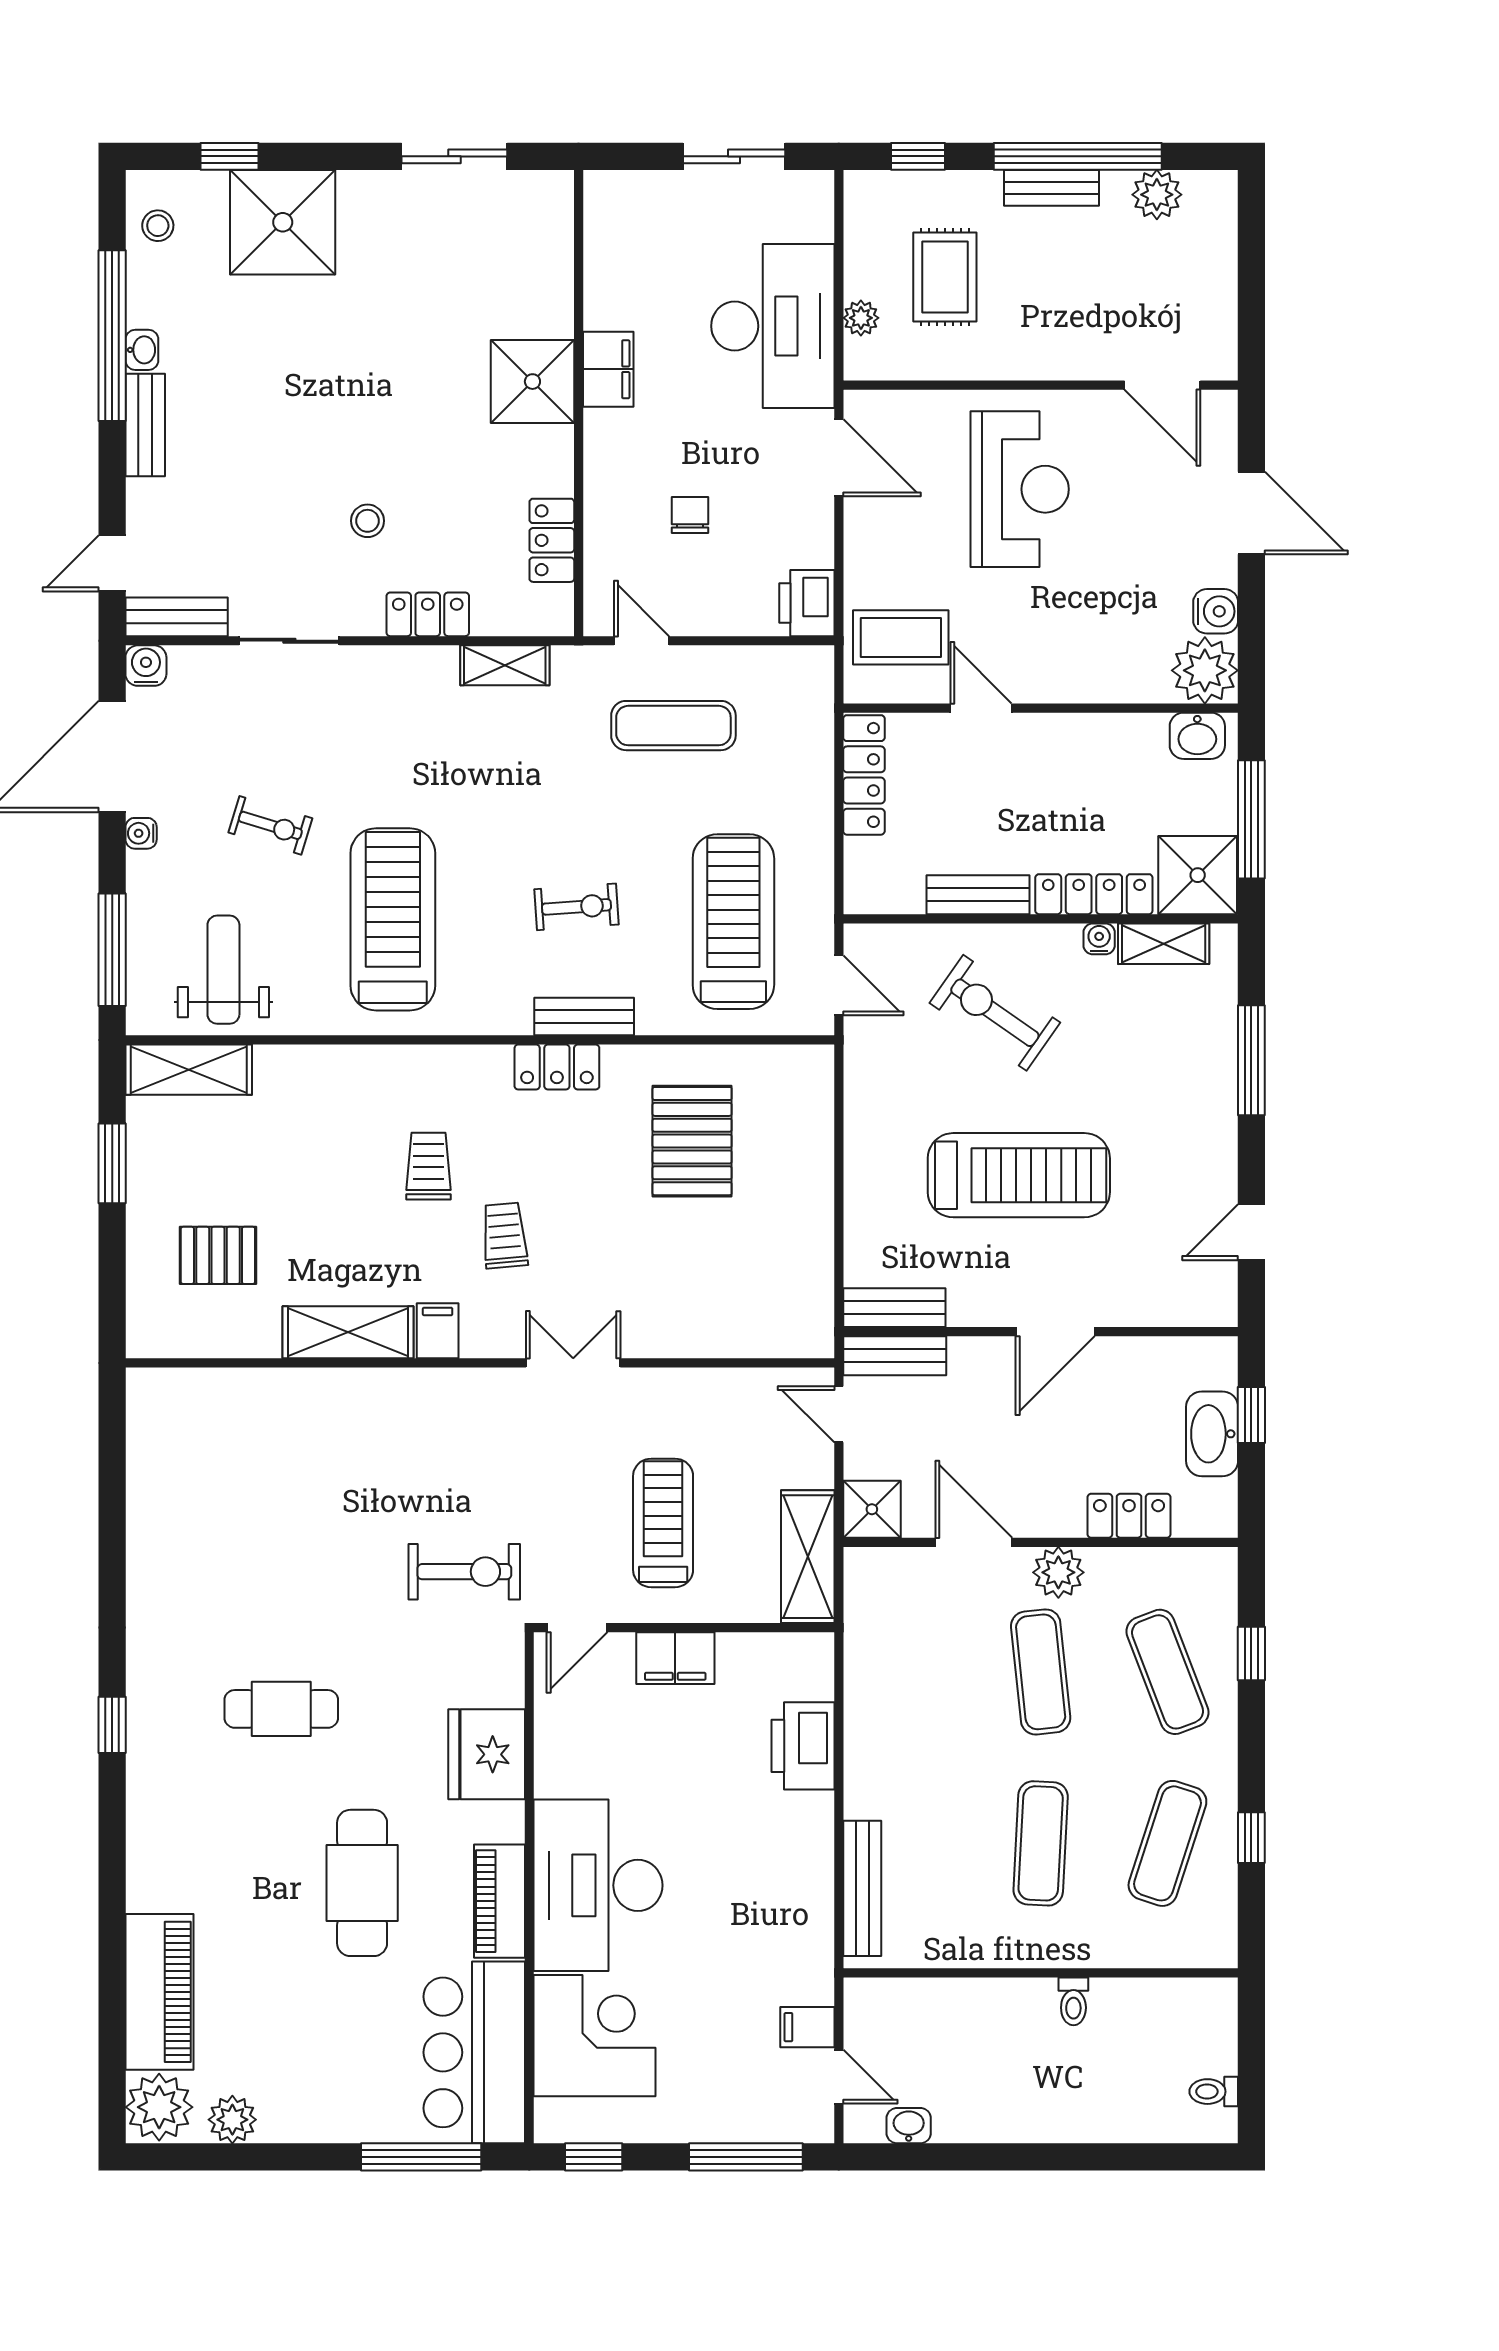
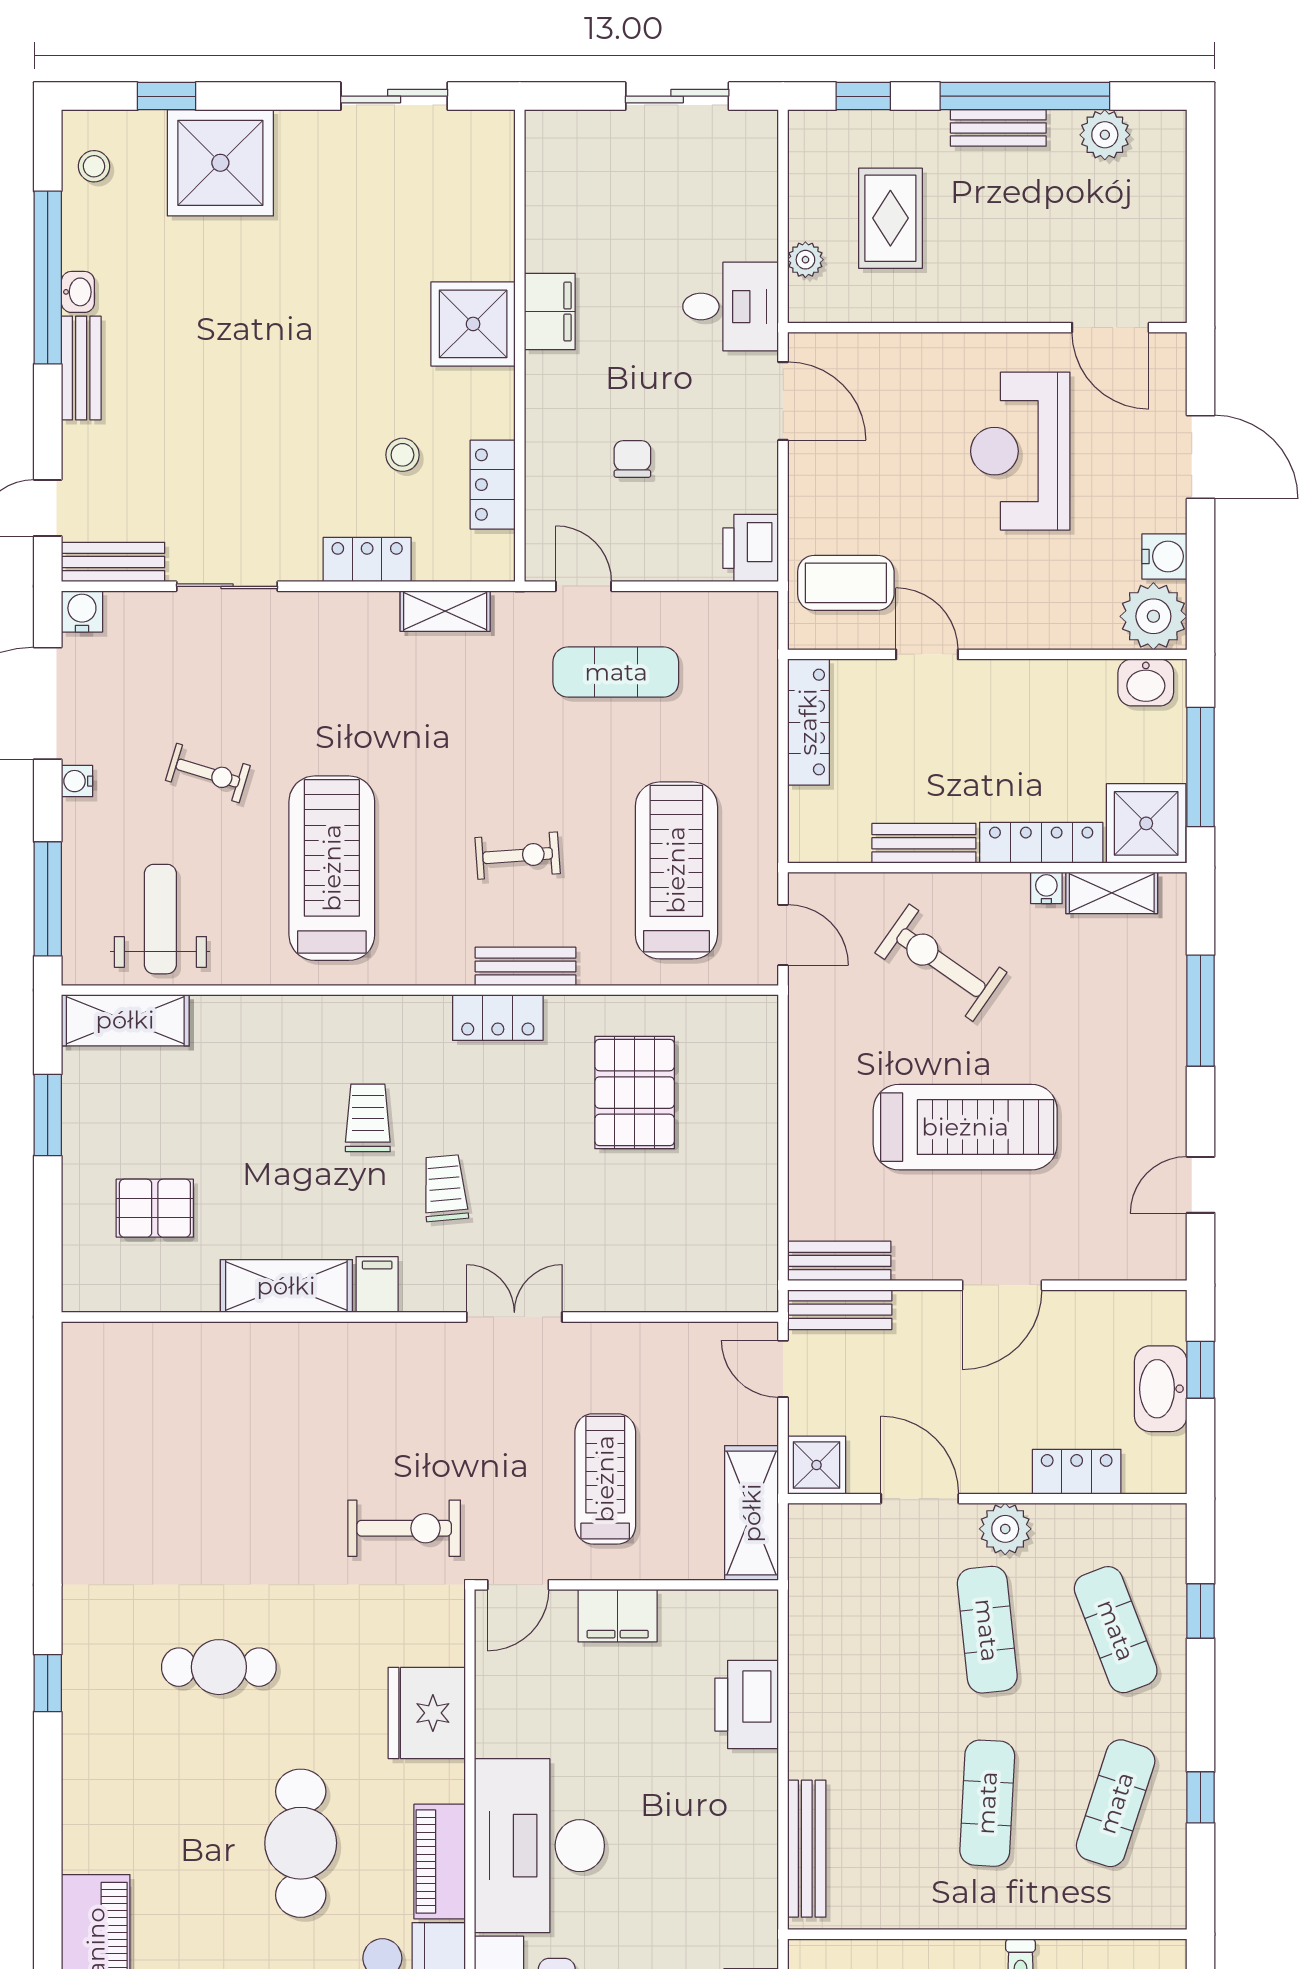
desk: (773, 326) -> (731, 307), width x0.53, depth x0.77
reception desk: (1020, 489) -> (1020, 451), moved, turned 180
stool: (367, 521) -> (402, 455), moved

